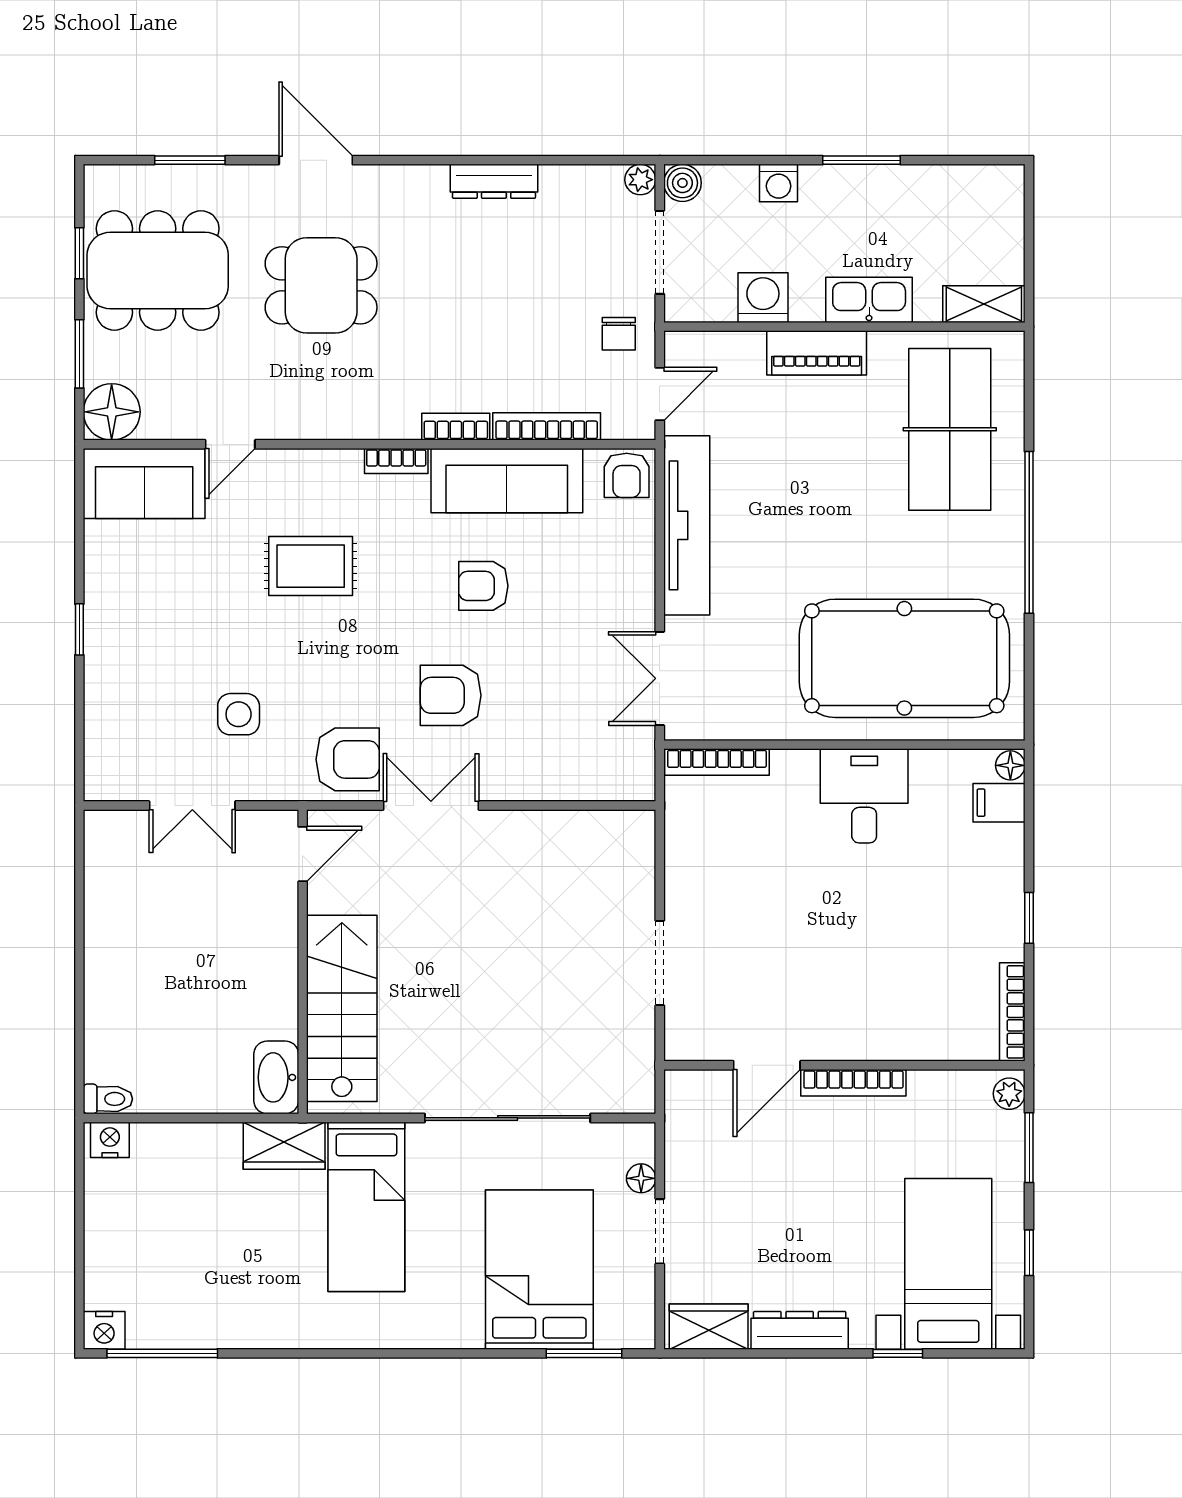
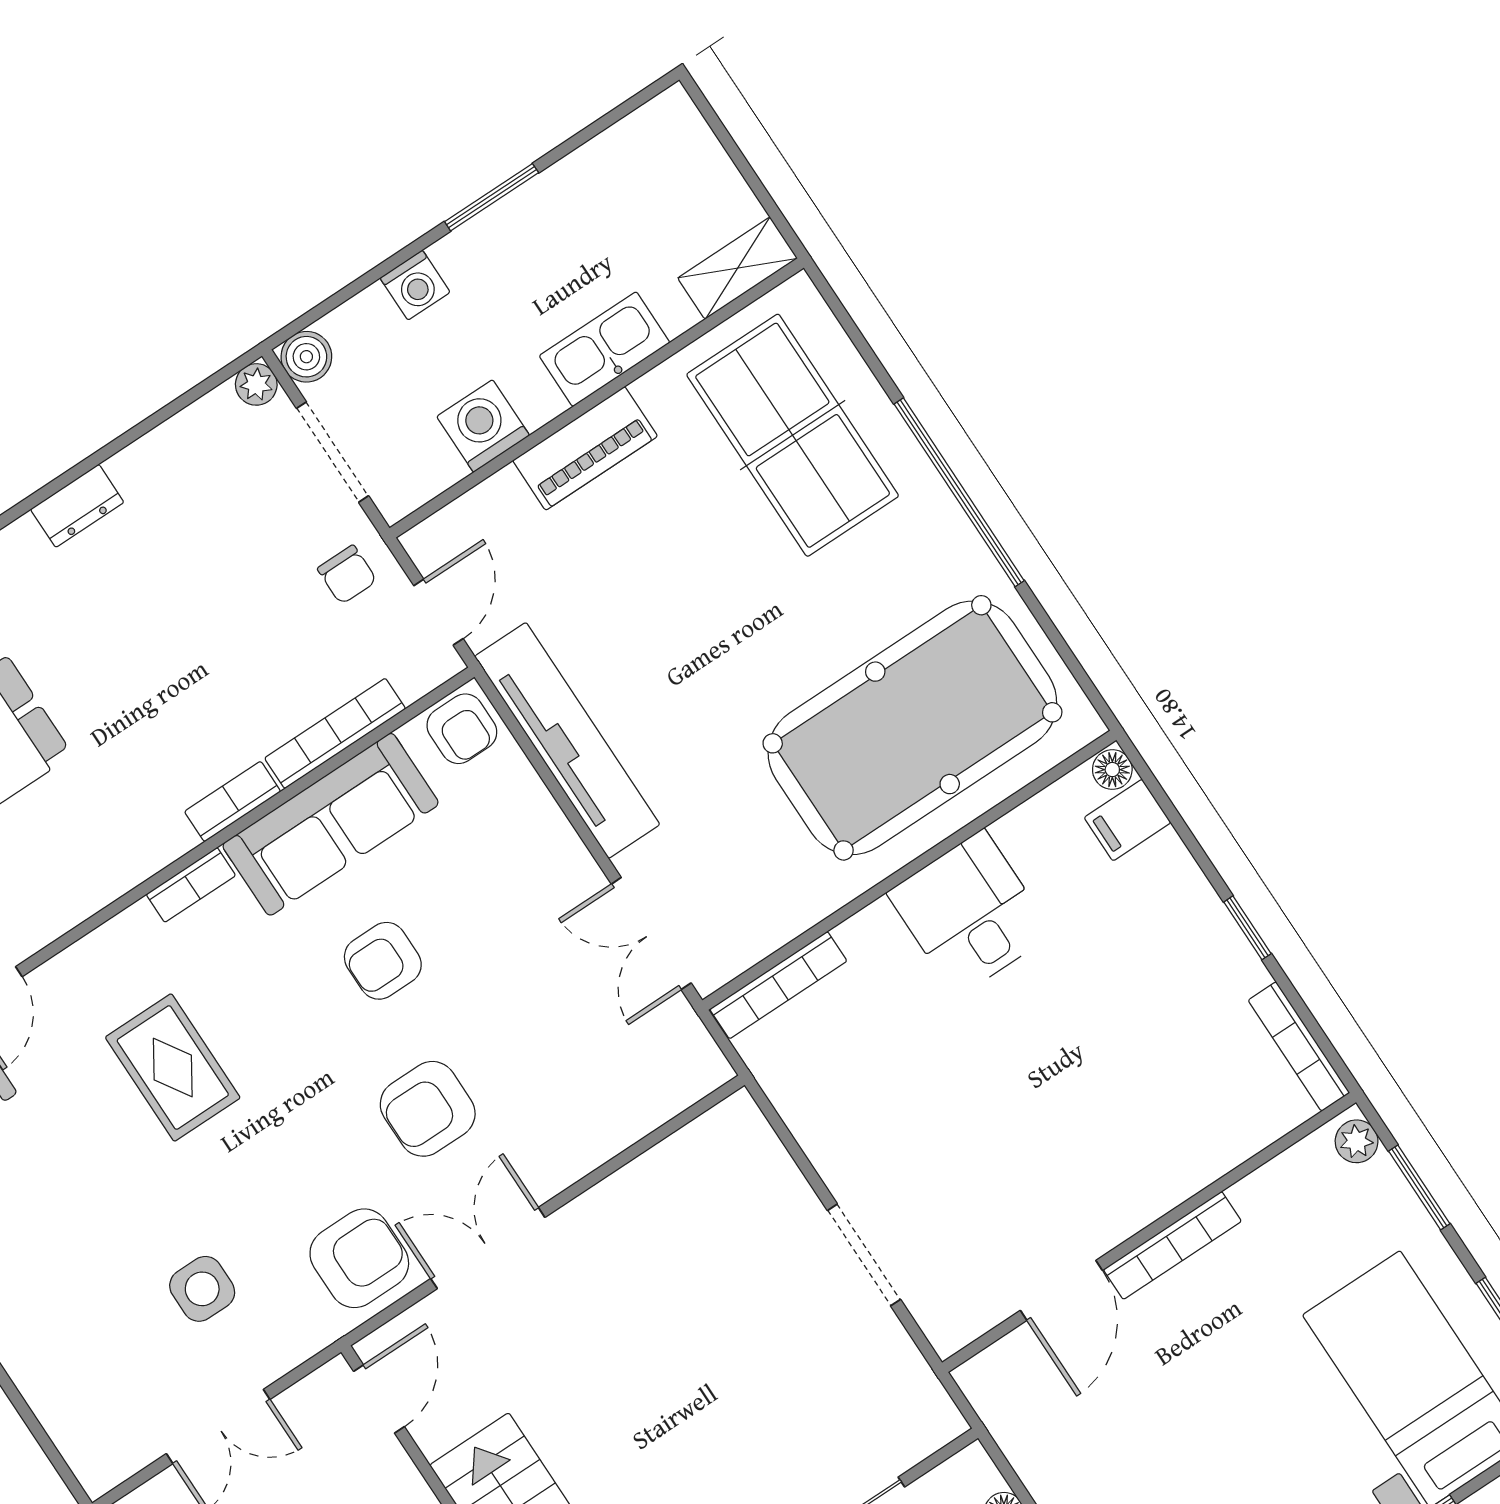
dresser: (494, 181) -> (77, 506), width x0.70
rug: (311, 566) -> (173, 1068), turned 90

